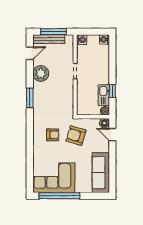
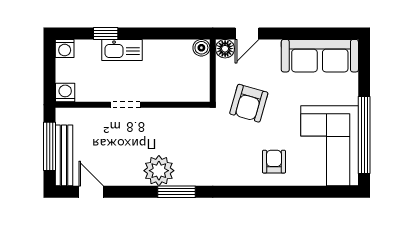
plant: (41, 73) -> (159, 171), moved
window: (112, 91) -> (106, 33), moved
kitchen sink: (104, 95) -> (122, 50), moved
armchair: (53, 135) -> (274, 162), moved

